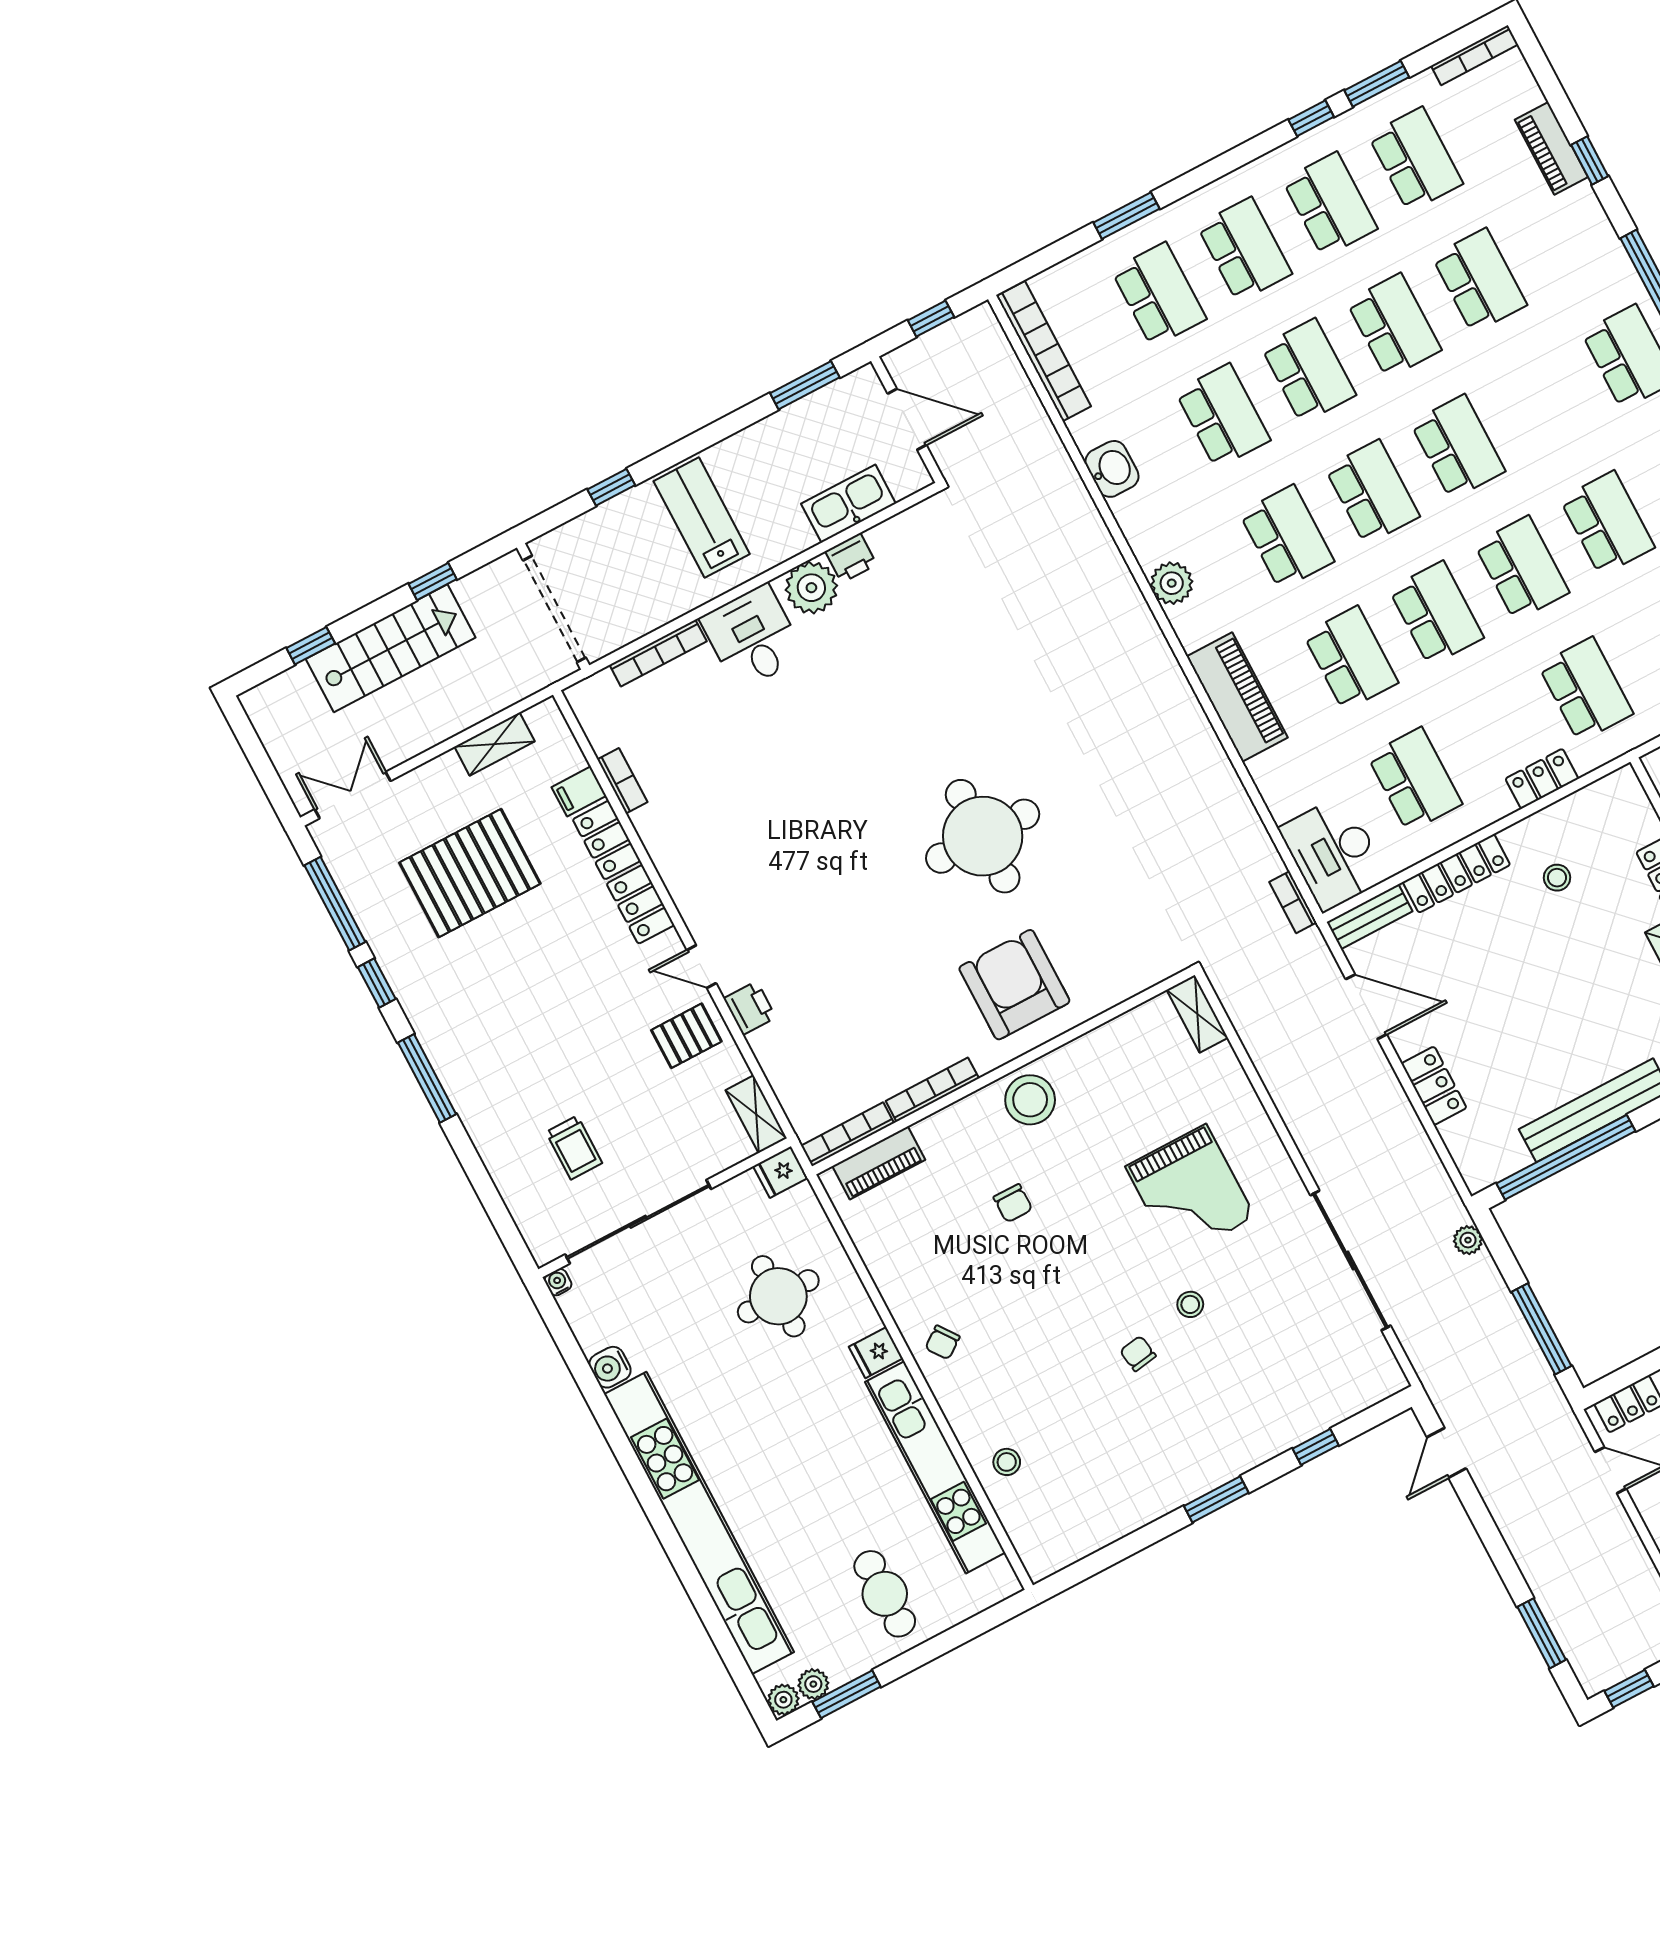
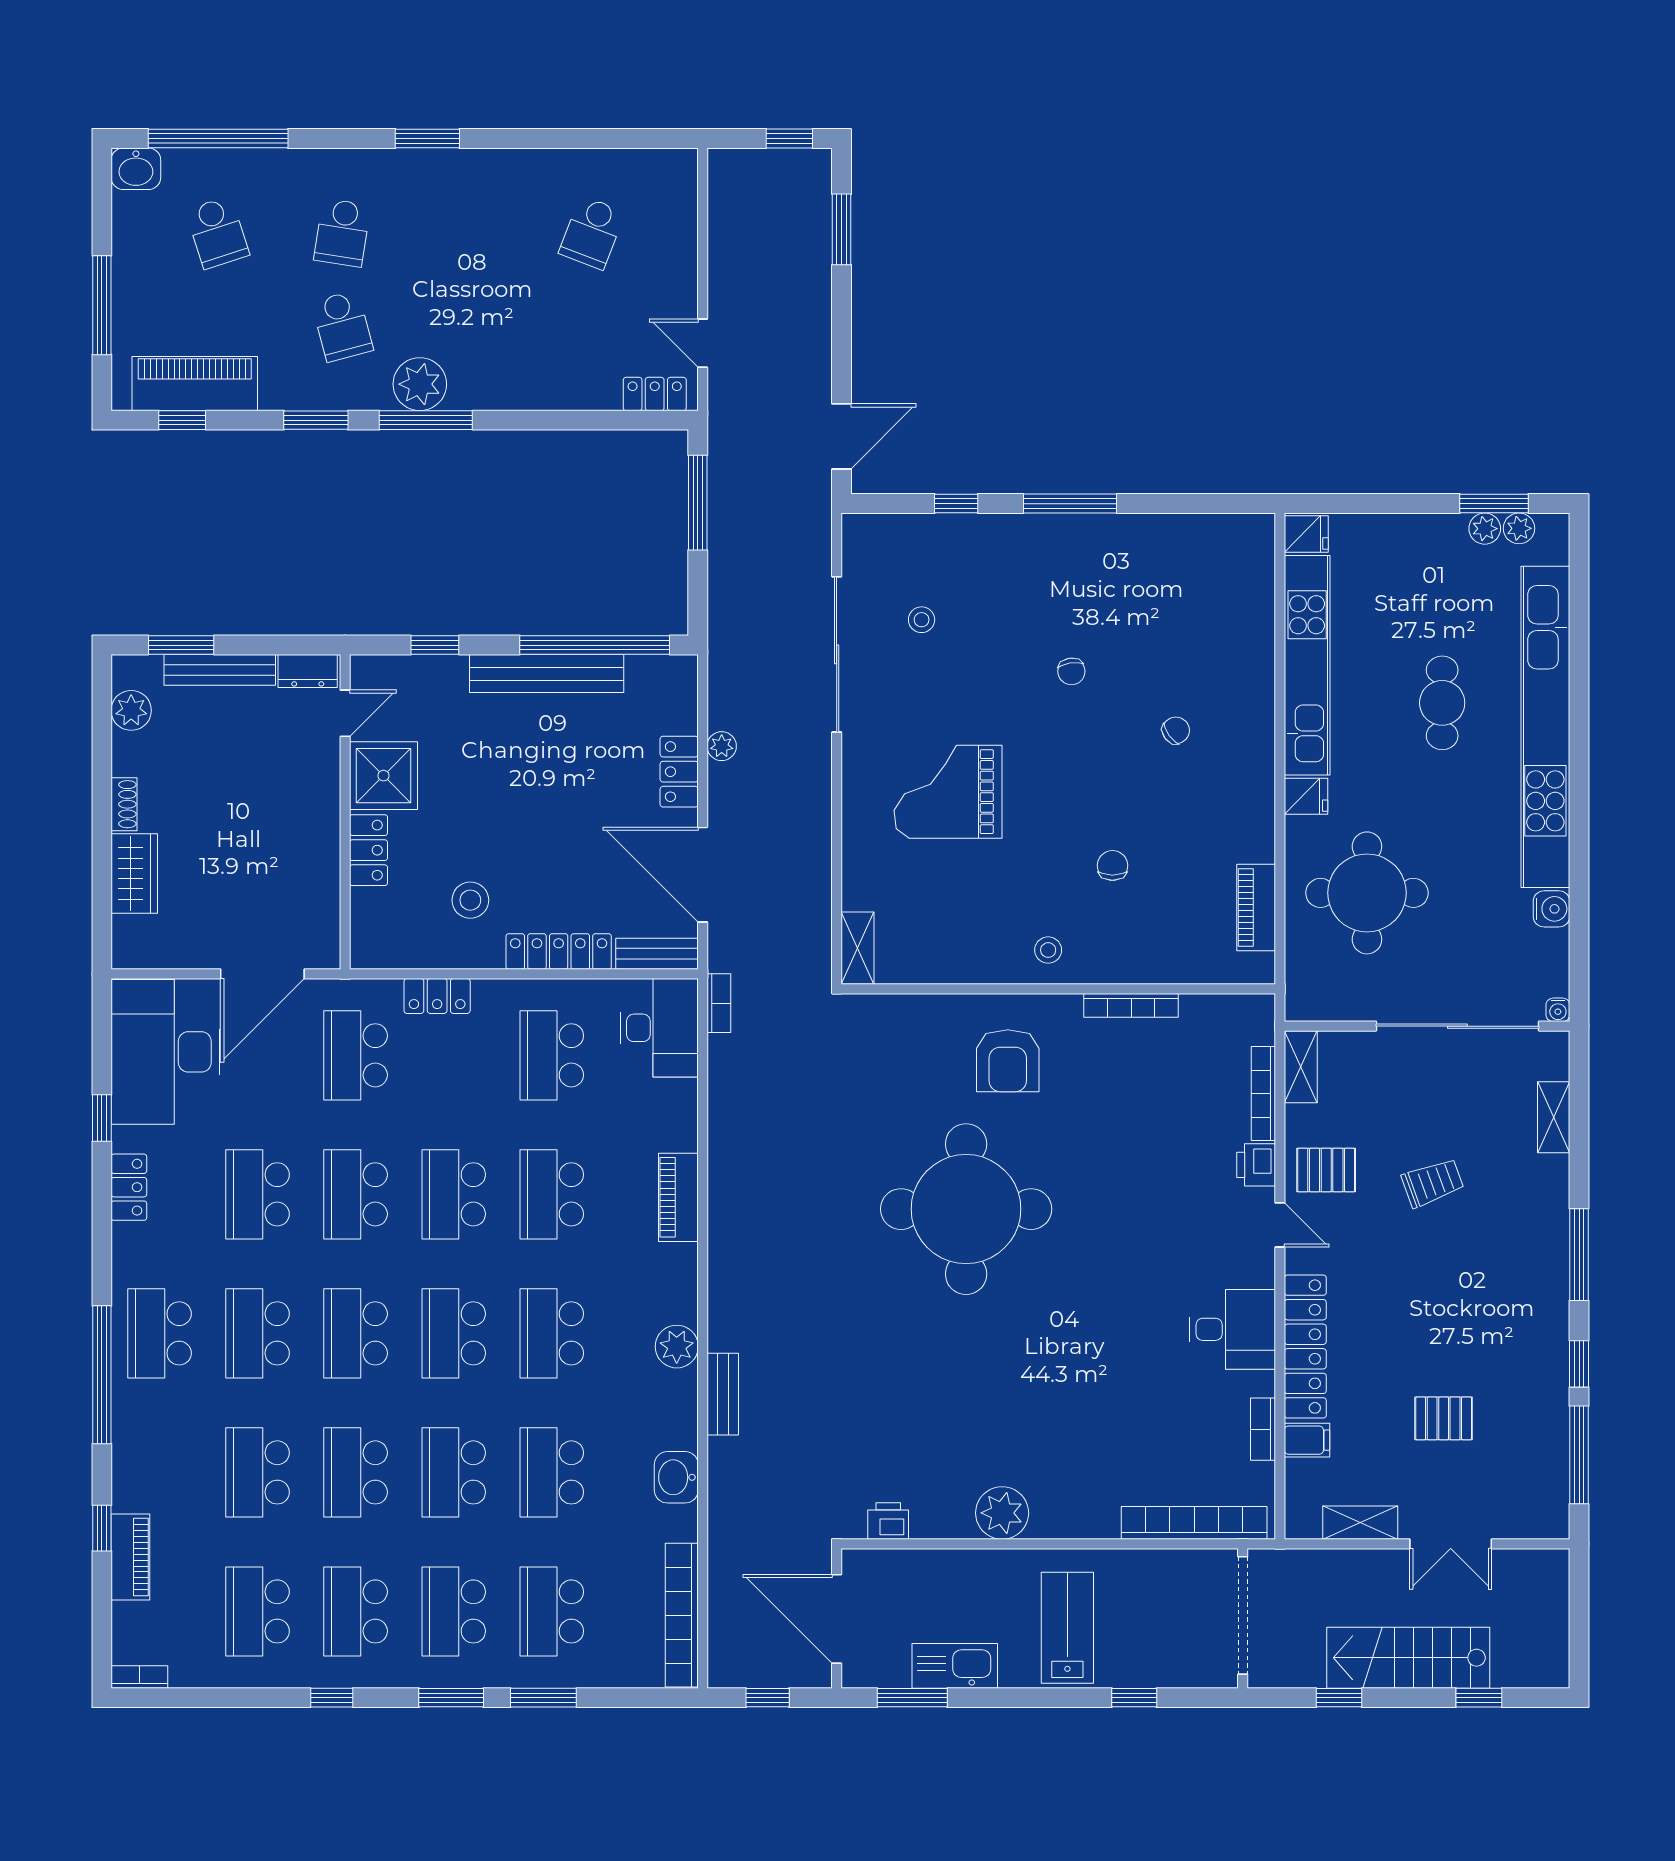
bookcase: (1474, 55) -> (139, 1677), width x0.64
window: (1377, 84) -> (451, 1698), moved
school desk: (1543, 402) -> (258, 1333), added
door: (907, 419) -> (837, 1619), width x1.36
kitchen sink: (848, 504) -> (955, 1666), moved, turned 180
lab bench: (702, 518) -> (1067, 1628), turned 180
printer: (851, 558) -> (888, 1521), moved
bench: (1110, 563) -> (723, 1394), added
desk: (752, 637) -> (1232, 1329), moved, turned -90
bookcase: (658, 653) -> (1194, 1523), width x1.48, depth x1.31
piano: (1237, 697) -> (678, 1197), width x0.73, depth x0.75
double door: (353, 795) -> (1451, 1544), moved
round table: (983, 836) -> (966, 1209), width x1.36, depth x1.36
pallet: (470, 873) -> (1444, 1418), width x0.49, depth x0.50
stool: (1557, 878) -> (470, 900), width x1.37, depth x1.37
armchair: (1014, 985) -> (1008, 1061), width x0.73, depth x0.73
door: (1366, 1007) -> (703, 875), width x1.36
stool: (1030, 1100) -> (1048, 950), width x0.53, depth x0.53
bookcase: (847, 1134) -> (1263, 1094), moved, turned 90
trolley: (574, 1148) -> (1433, 1183), moved, turned 70
piano: (879, 1163) -> (1256, 907), moved, turned -90
fridge: (780, 1172) -> (1306, 534), moved
shelving: (512, 1187) -> (1554, 1117), added
grand piano: (1190, 1192) -> (948, 792), turned -90
plant: (1468, 1240) -> (722, 746), moved
round table: (778, 1296) -> (1367, 893), width x1.36, depth x1.36
stool: (1190, 1304) -> (922, 620), moved
chair: (942, 1342) -> (1176, 730), moved
door: (1446, 1453) -> (842, 436), width x1.38
stool: (1007, 1462) -> (1240, 636), removed
window: (1216, 1499) -> (1070, 504), width x1.44
cafe table: (885, 1594) -> (1442, 703), moved
plant: (783, 1700) -> (1485, 529), moved

